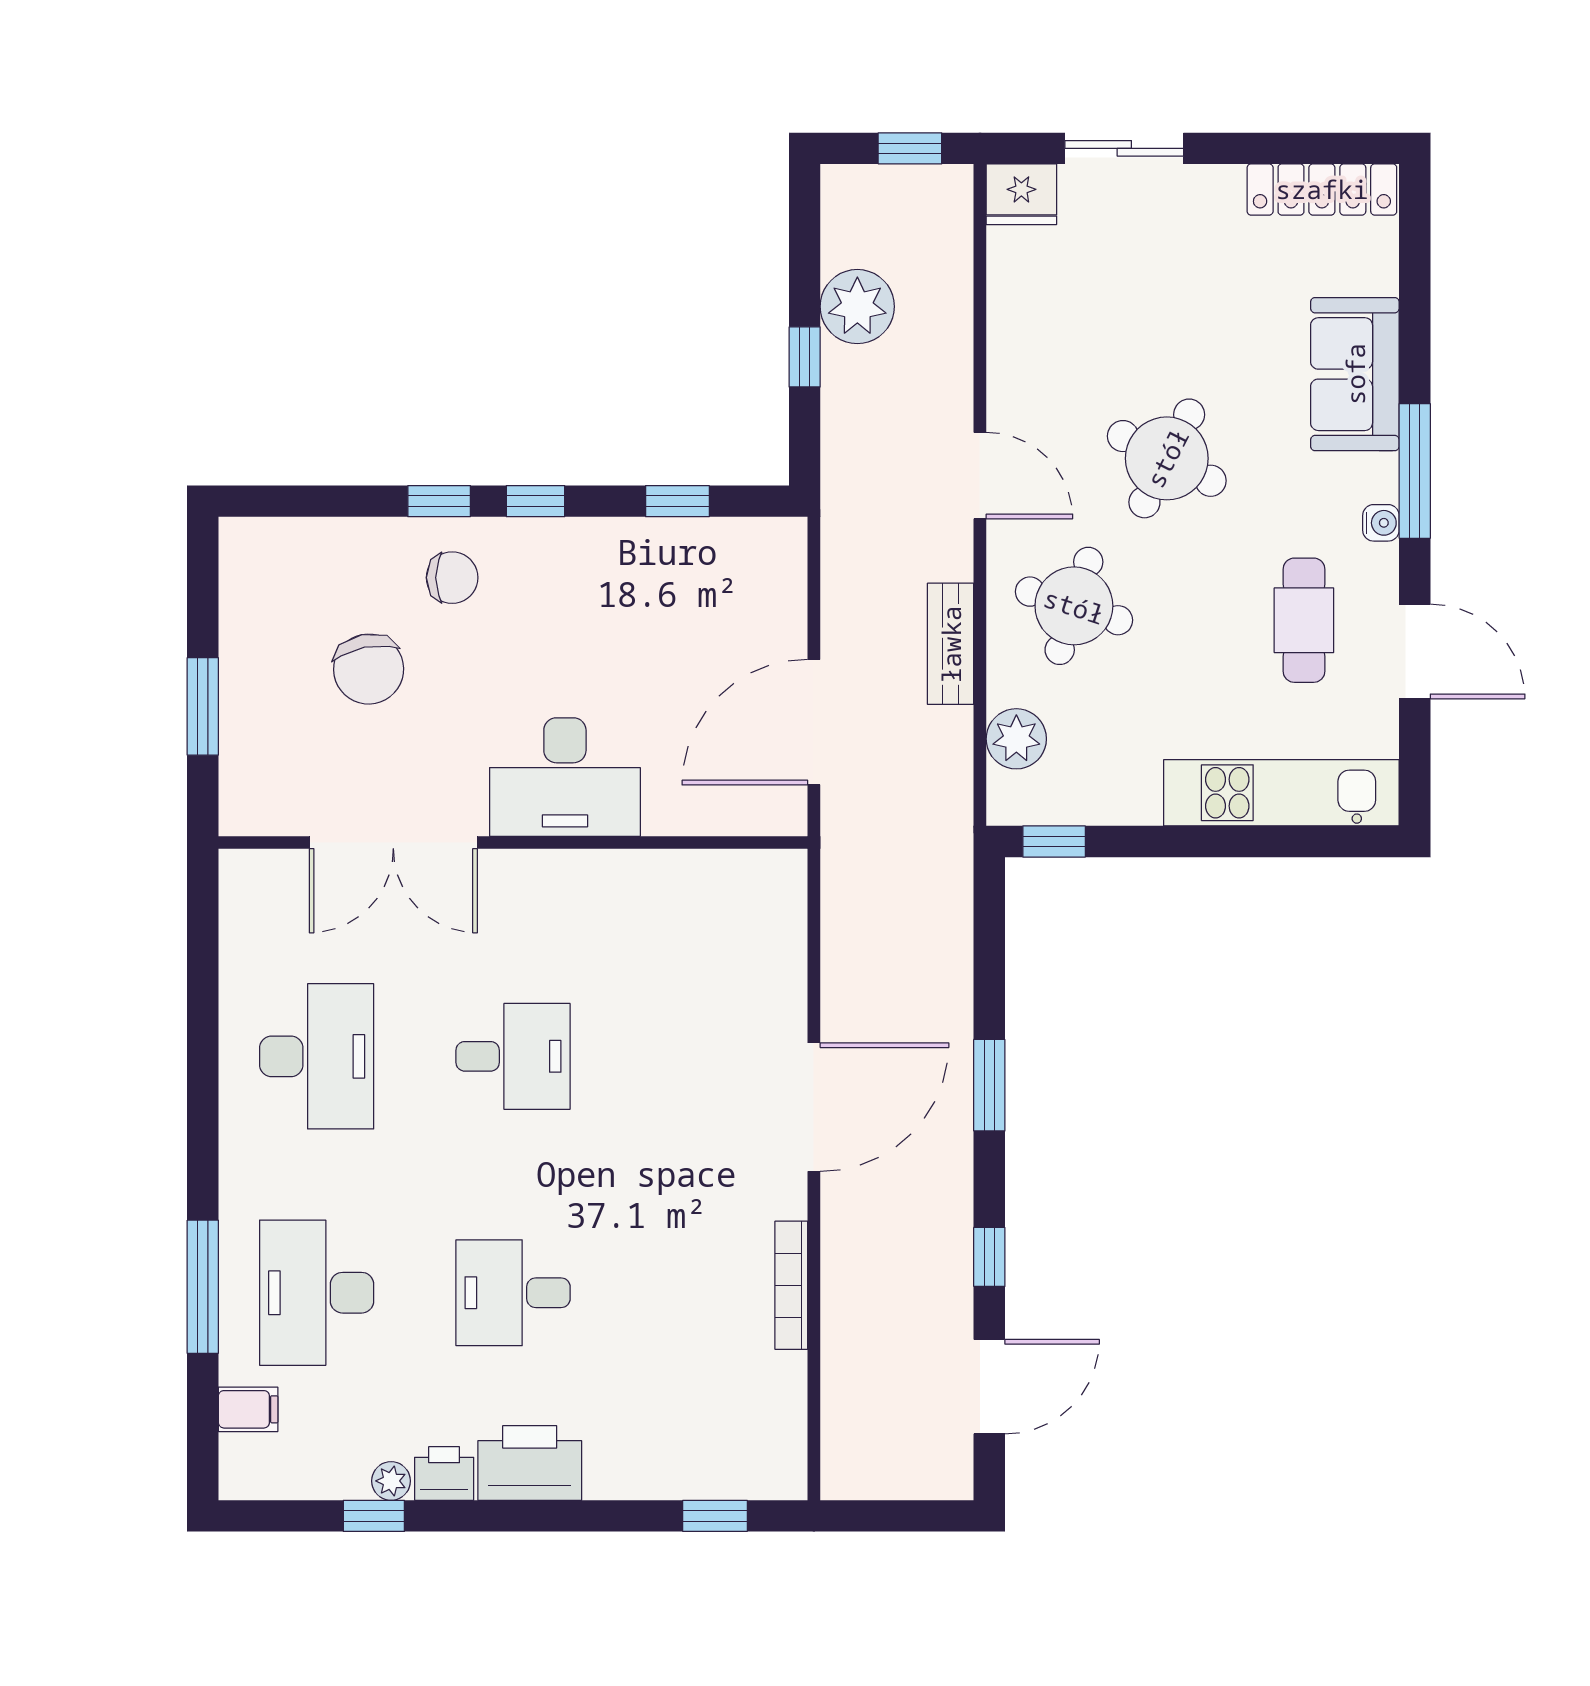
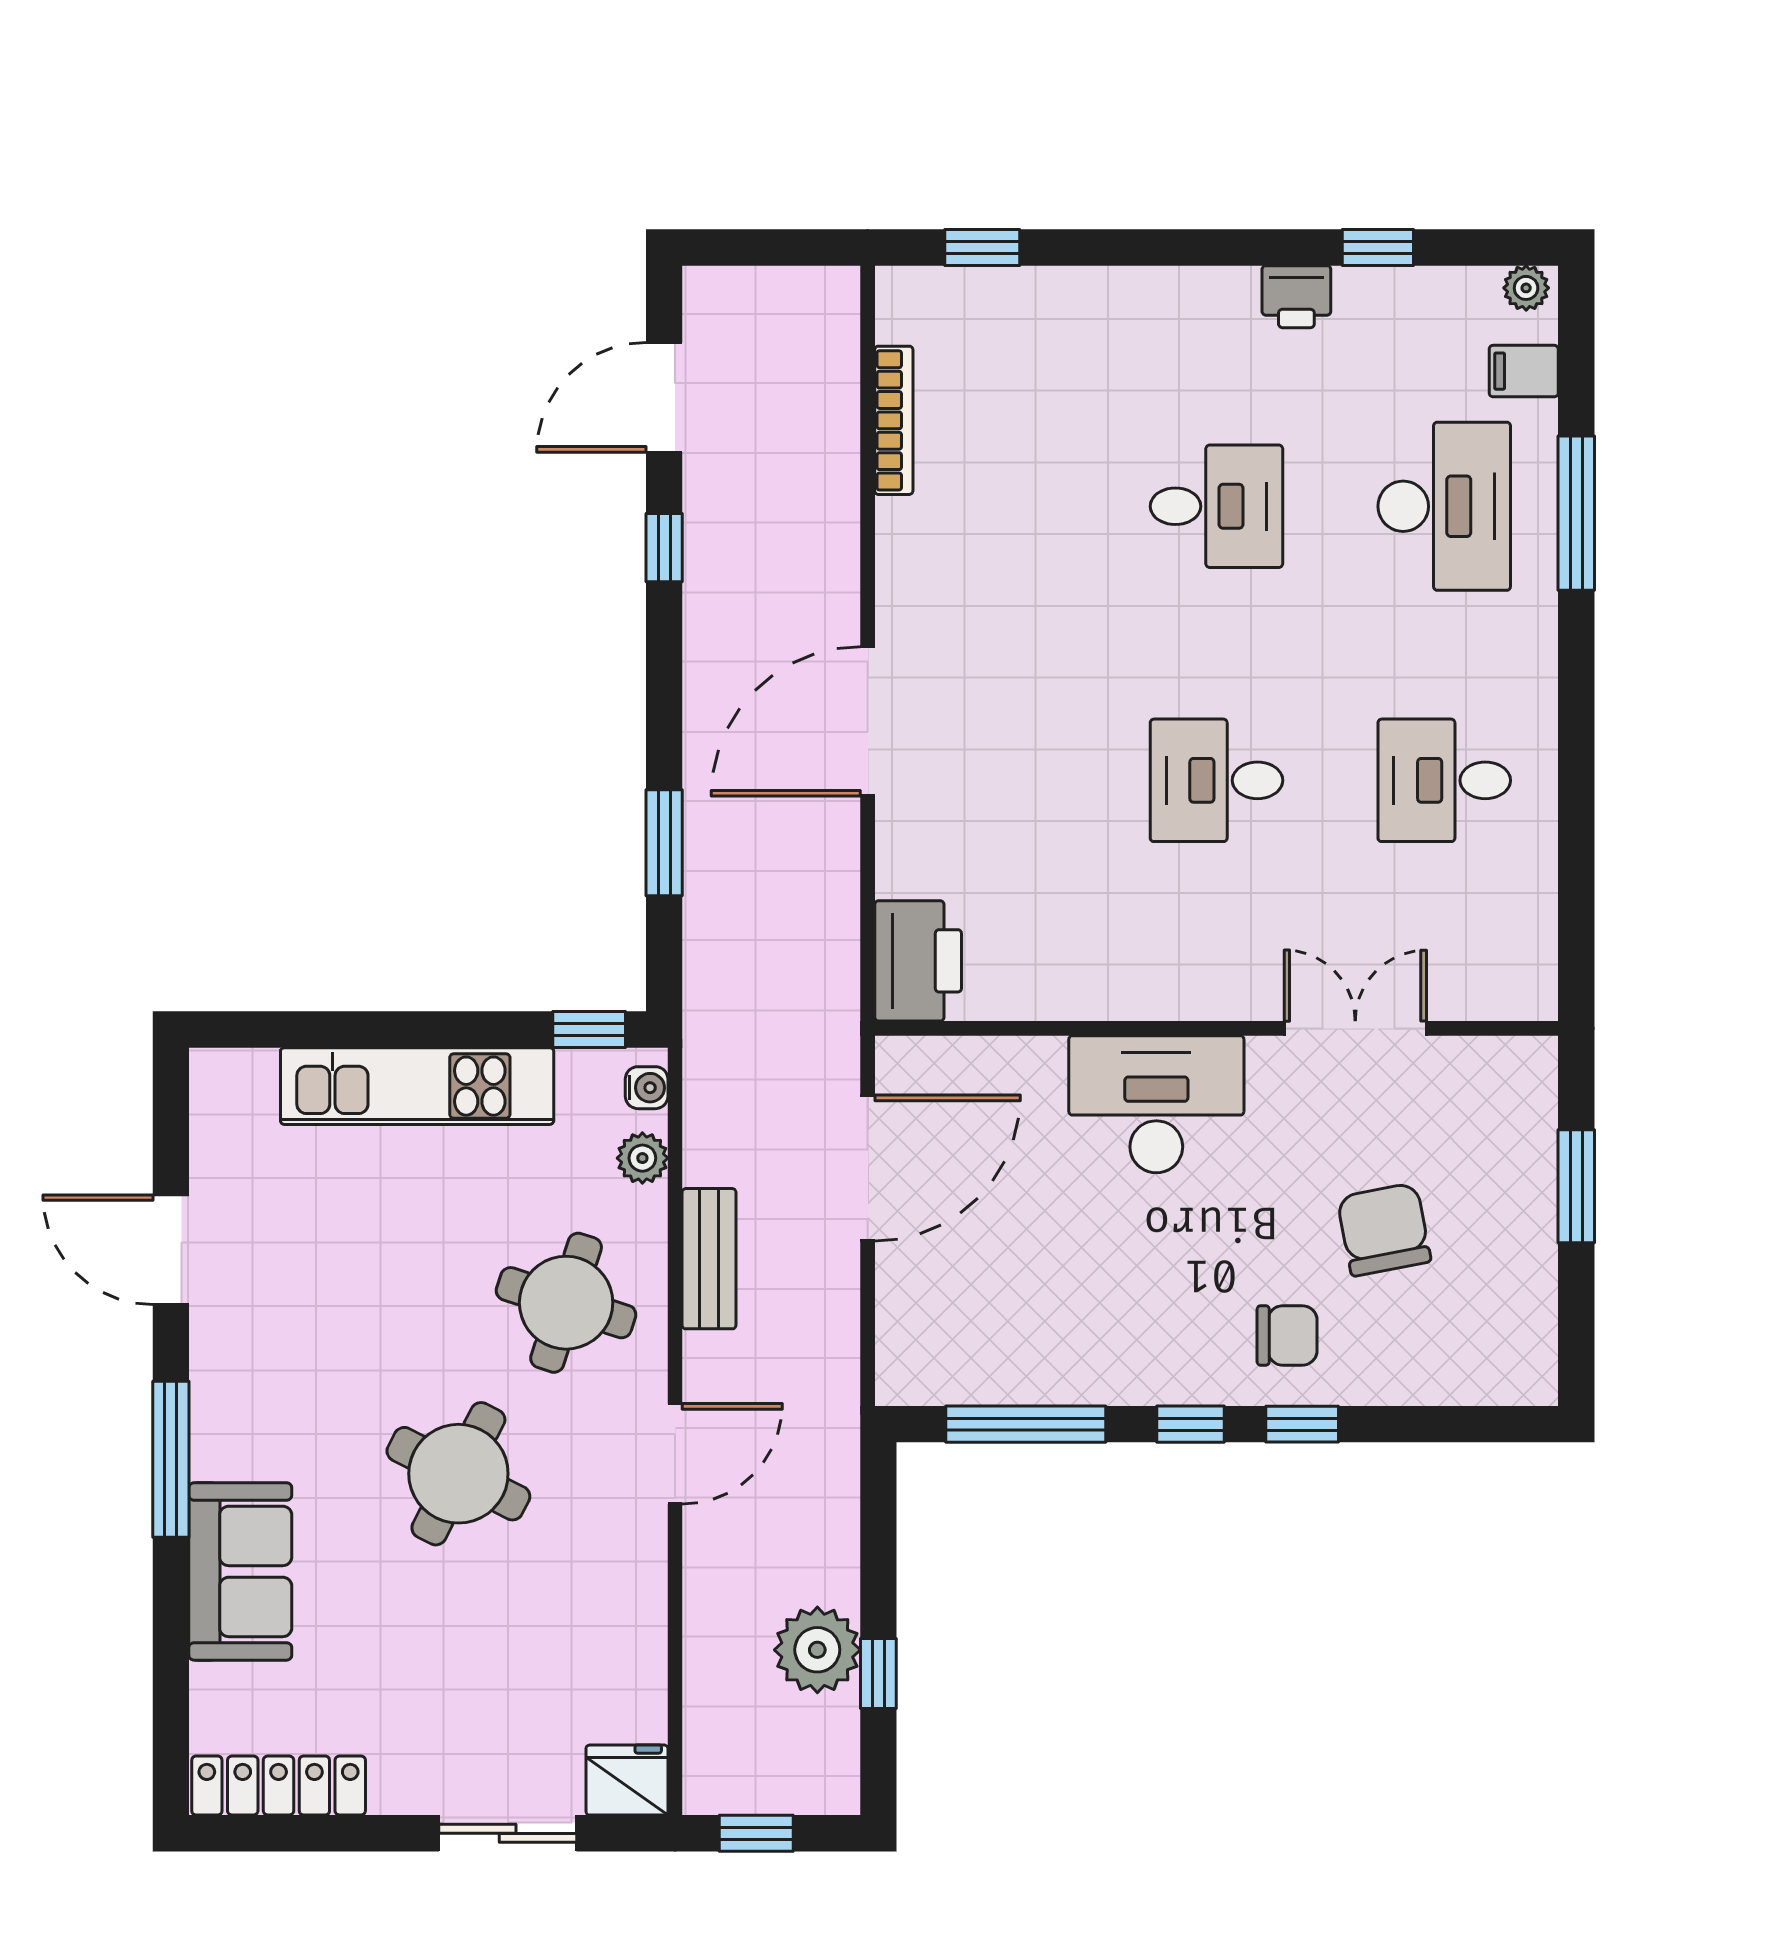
window: (805, 357) -> (878, 1674), moved
door: (980, 476) -> (675, 1454), swing flipped
window: (677, 501) -> (1026, 1424), width x2.17
water cooler: (1381, 523) -> (647, 1088), moved, turned 180
chair: (452, 578) -> (1287, 1335), turned 180
cafe table: (1304, 620) -> (299, 1286), removed
plant: (1016, 739) -> (642, 1158), width x0.73, depth x0.73
kitchen unit: (1281, 793) -> (417, 1086), moved
double door: (393, 843) -> (1355, 1028), width x0.73
desk: (317, 1056) -> (1444, 780), width x0.73
window: (989, 1085) -> (664, 843), moved
bookcase: (791, 1285) -> (894, 420), moved
printer: (530, 1463) -> (918, 961), moved, turned -90
plant: (391, 1481) -> (1526, 288), moved

